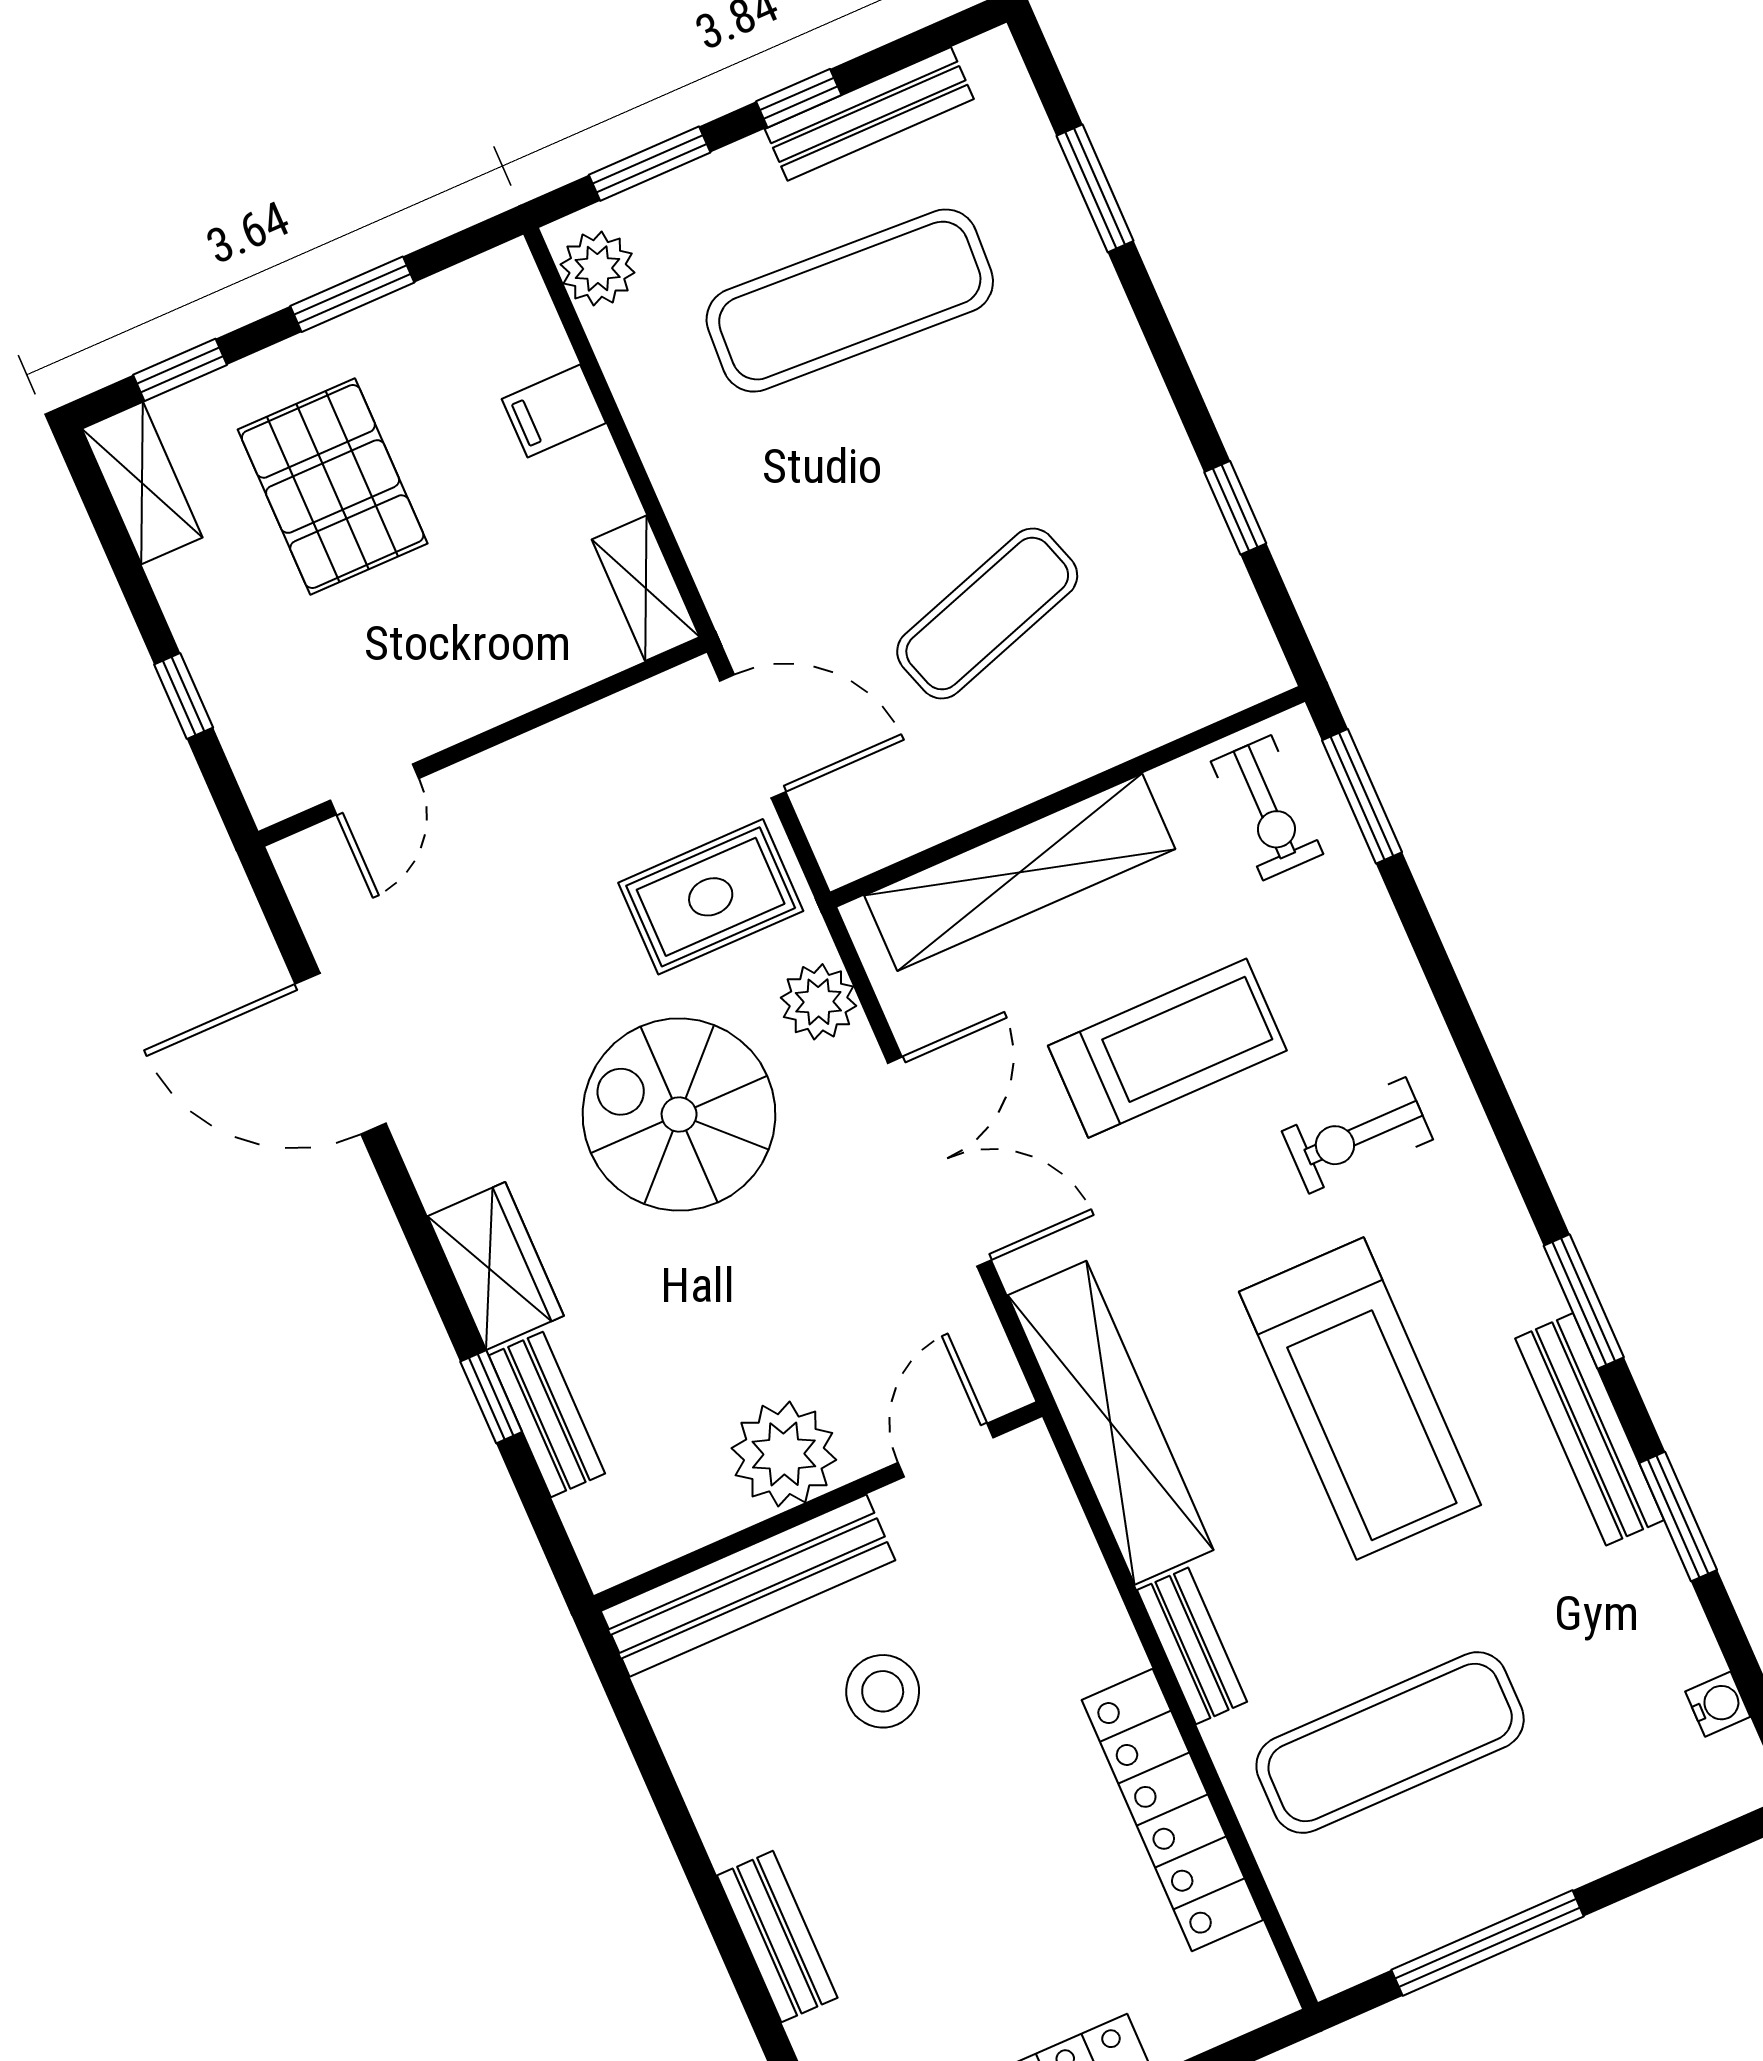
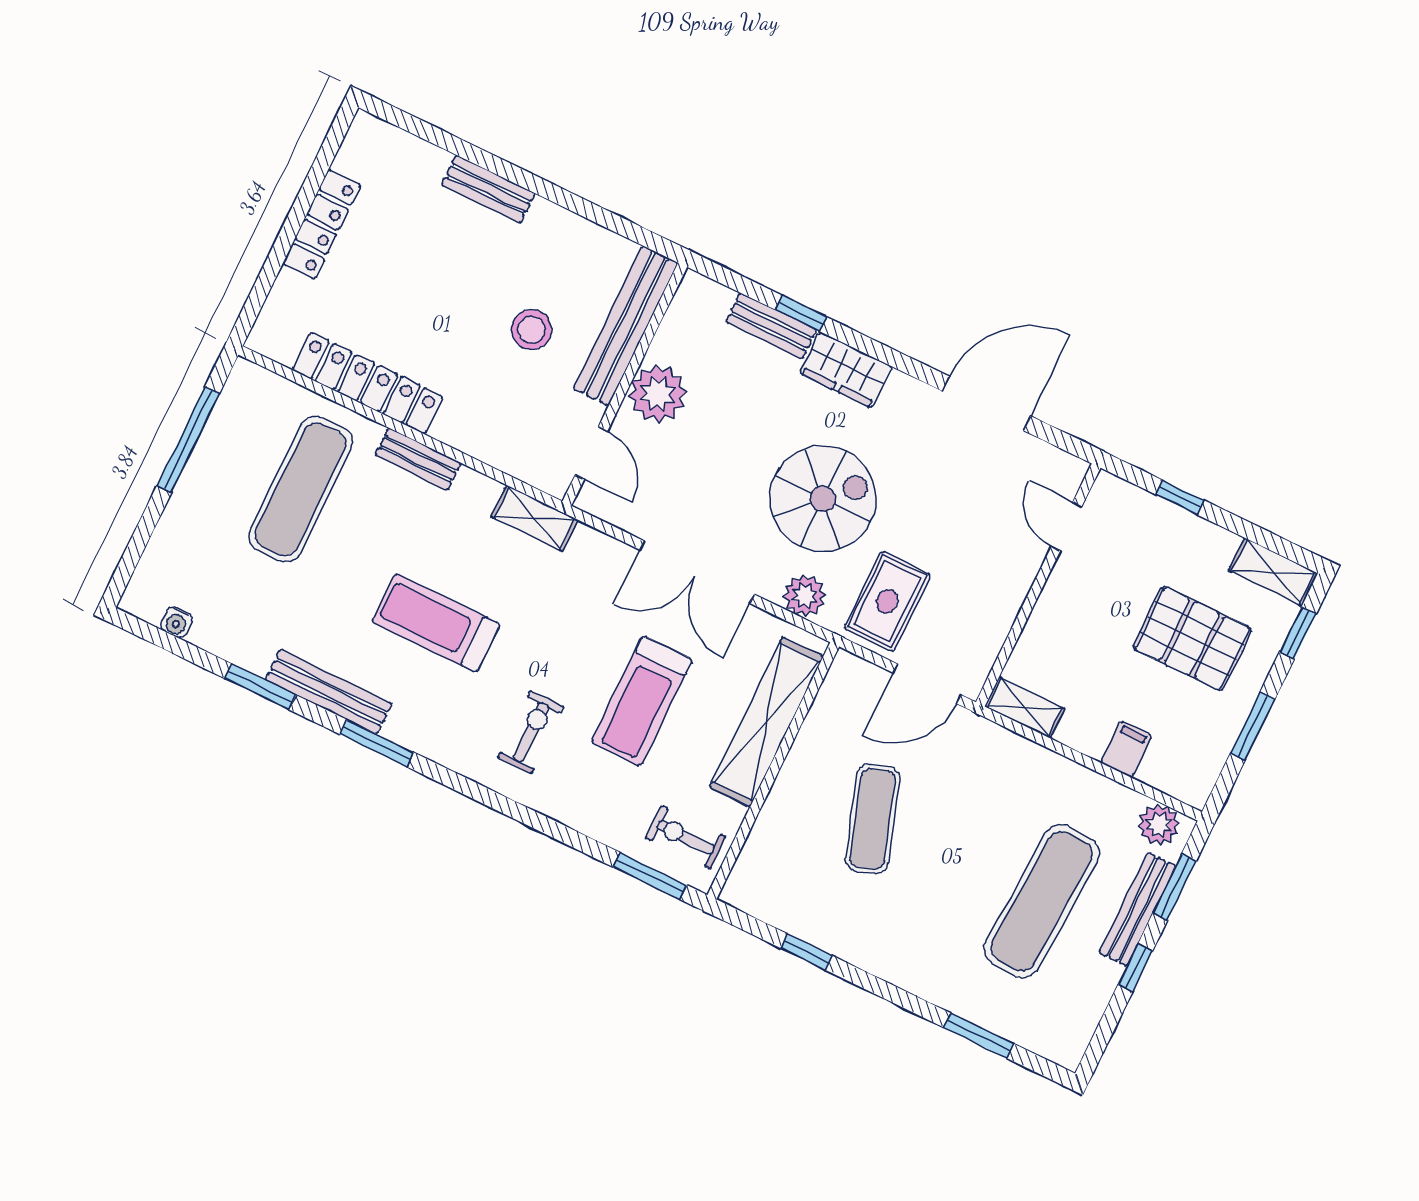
bench: (869, 114) -> (1137, 909), moved
treadmill: (1360, 1398) -> (436, 623), width x0.73, depth x0.73
shelving: (1111, 1423) -> (534, 518), width x0.45, depth x0.75

